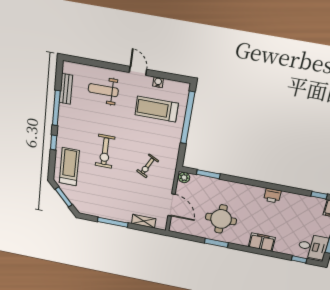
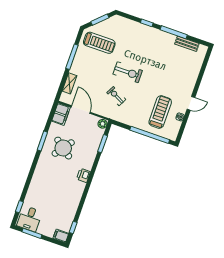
weight bench: (103, 90) -> (181, 73), removed
exercise bike: (105, 151) -> (128, 72), moved, turned 180
treadmill: (69, 167) -> (99, 43), moved
printer: (272, 196) -> (83, 175), moved
door: (172, 205) -> (81, 110), swing flipped
round table: (221, 219) -> (63, 148), turned 37
filing cabinet: (262, 242) -> (61, 114), moved

